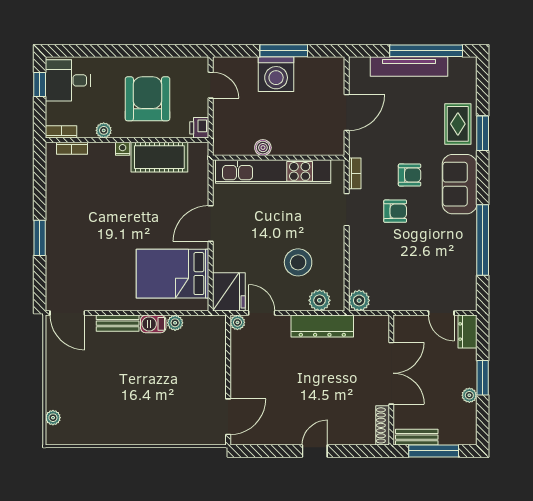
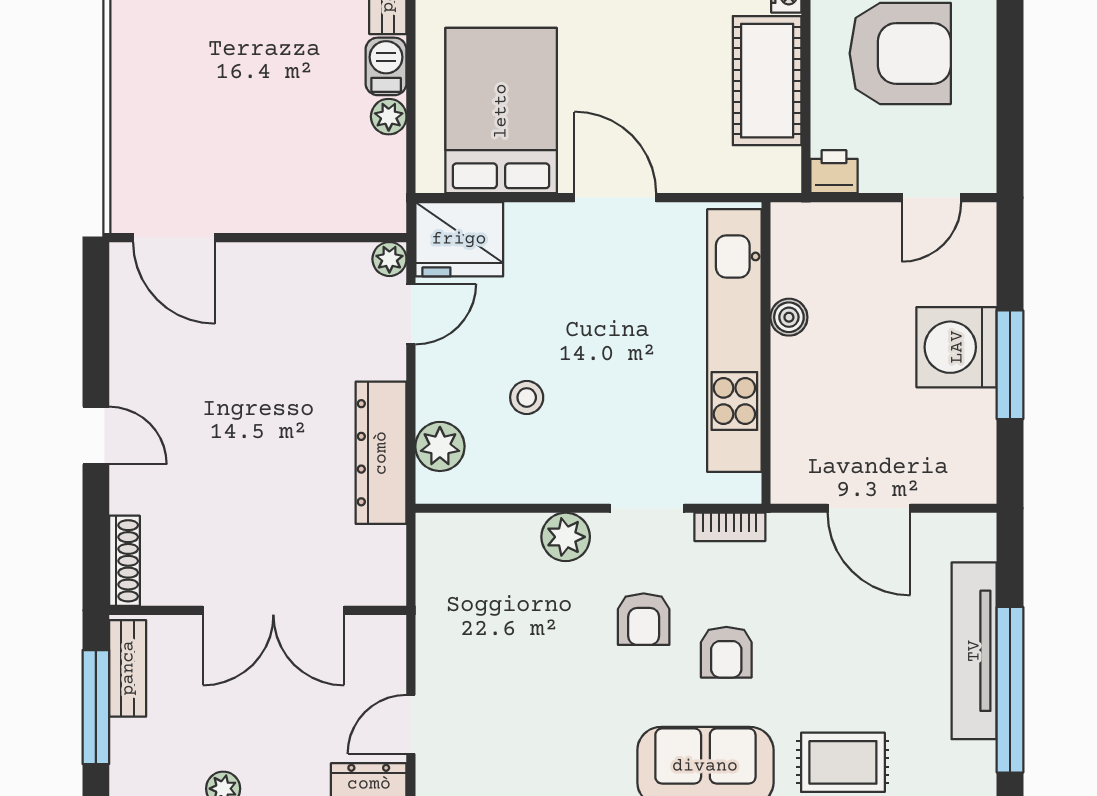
stool: (298, 262) -> (527, 397), width x0.53, depth x0.53
plant: (359, 300) -> (566, 537), moved
shoe rack: (383, 425) -> (124, 561), moved, turned 90

